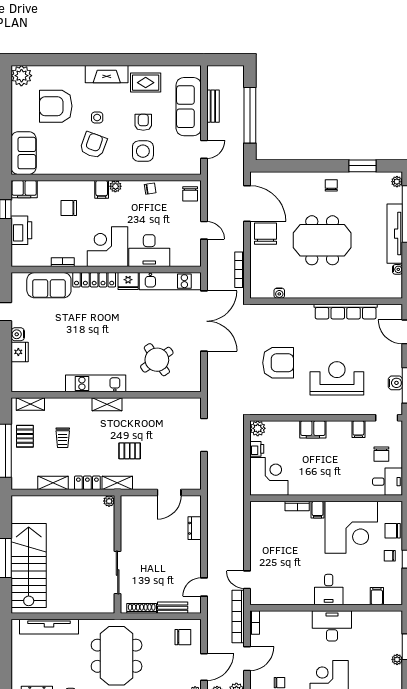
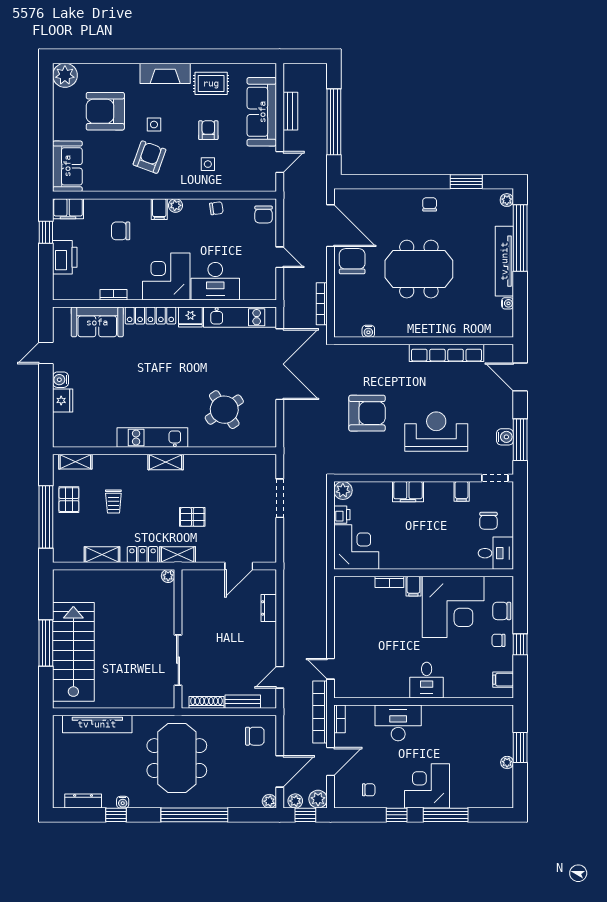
side table: (143, 151) -> (208, 164), width x0.54, depth x0.54
filing cabinet: (377, 596) -> (503, 680), moved, turned -90
desk: (332, 626) -> (398, 723), moved

